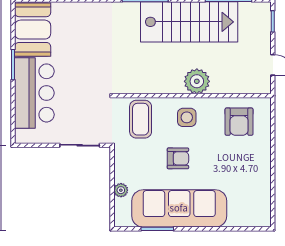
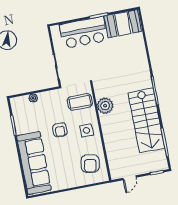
plant: (197, 81) -> (105, 106), moved
armchair: (239, 122) -> (90, 164), turned -81
sofa: (179, 208) -> (34, 163), moved

